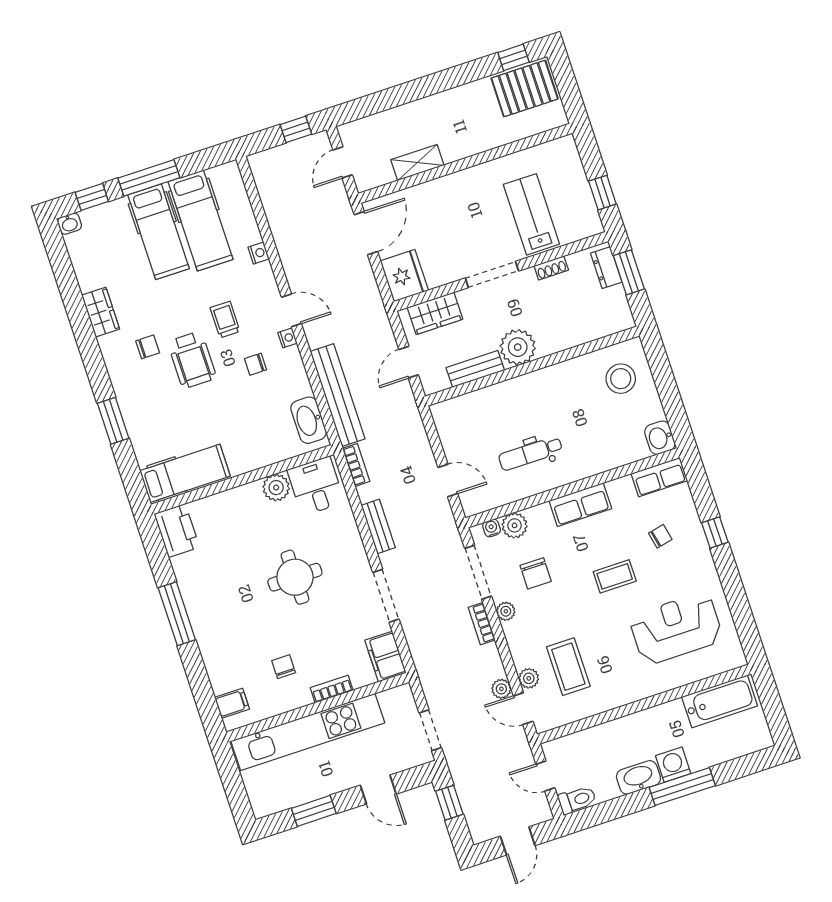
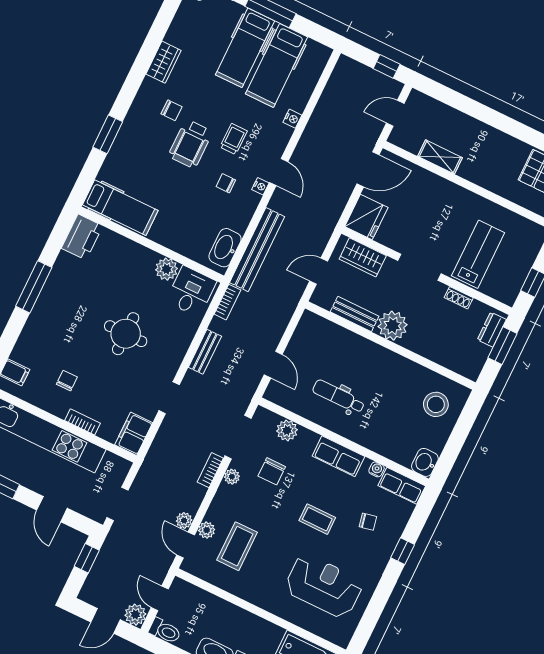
water cooler: (492, 528) -> (377, 469), moved
doorway: (386, 596) -> (169, 398), width x0.73
plant: (538, 810) -> (135, 615), added

